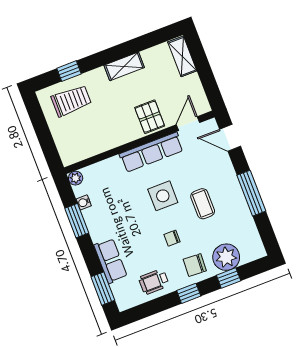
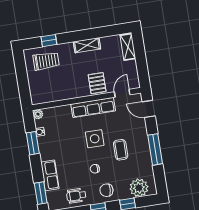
plant: (226, 257) -> (139, 188), moved

